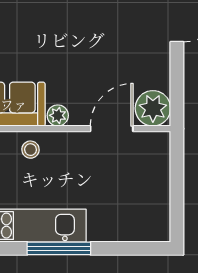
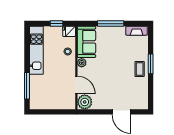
window: (59, 248) -> (27, 86), moved

